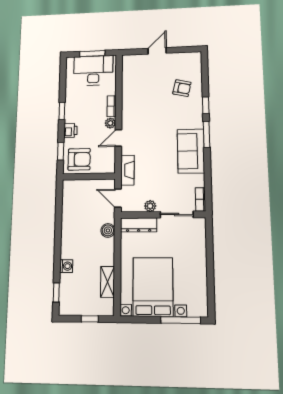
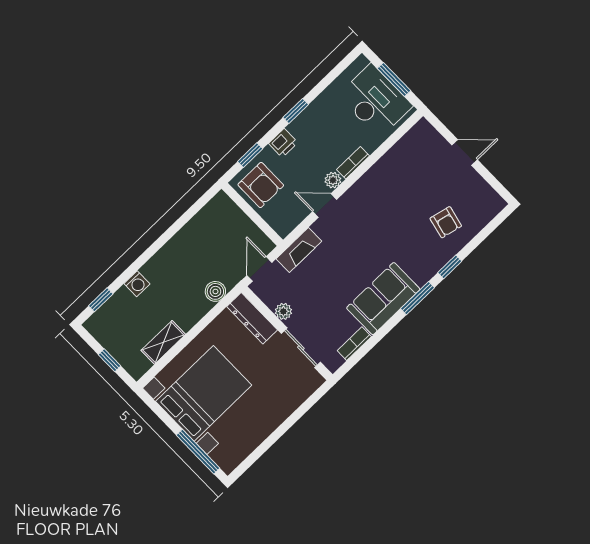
bookcase: (200, 199) -> (354, 344), moved

